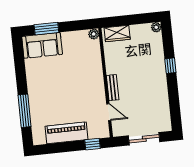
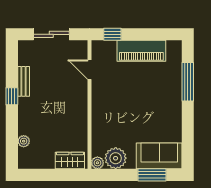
plant: (156, 27) -> (24, 141), moved
plant: (79, 40) -> (116, 158), added
window: (170, 66) -> (12, 96), moved
bench: (113, 88) -> (24, 81), moved

